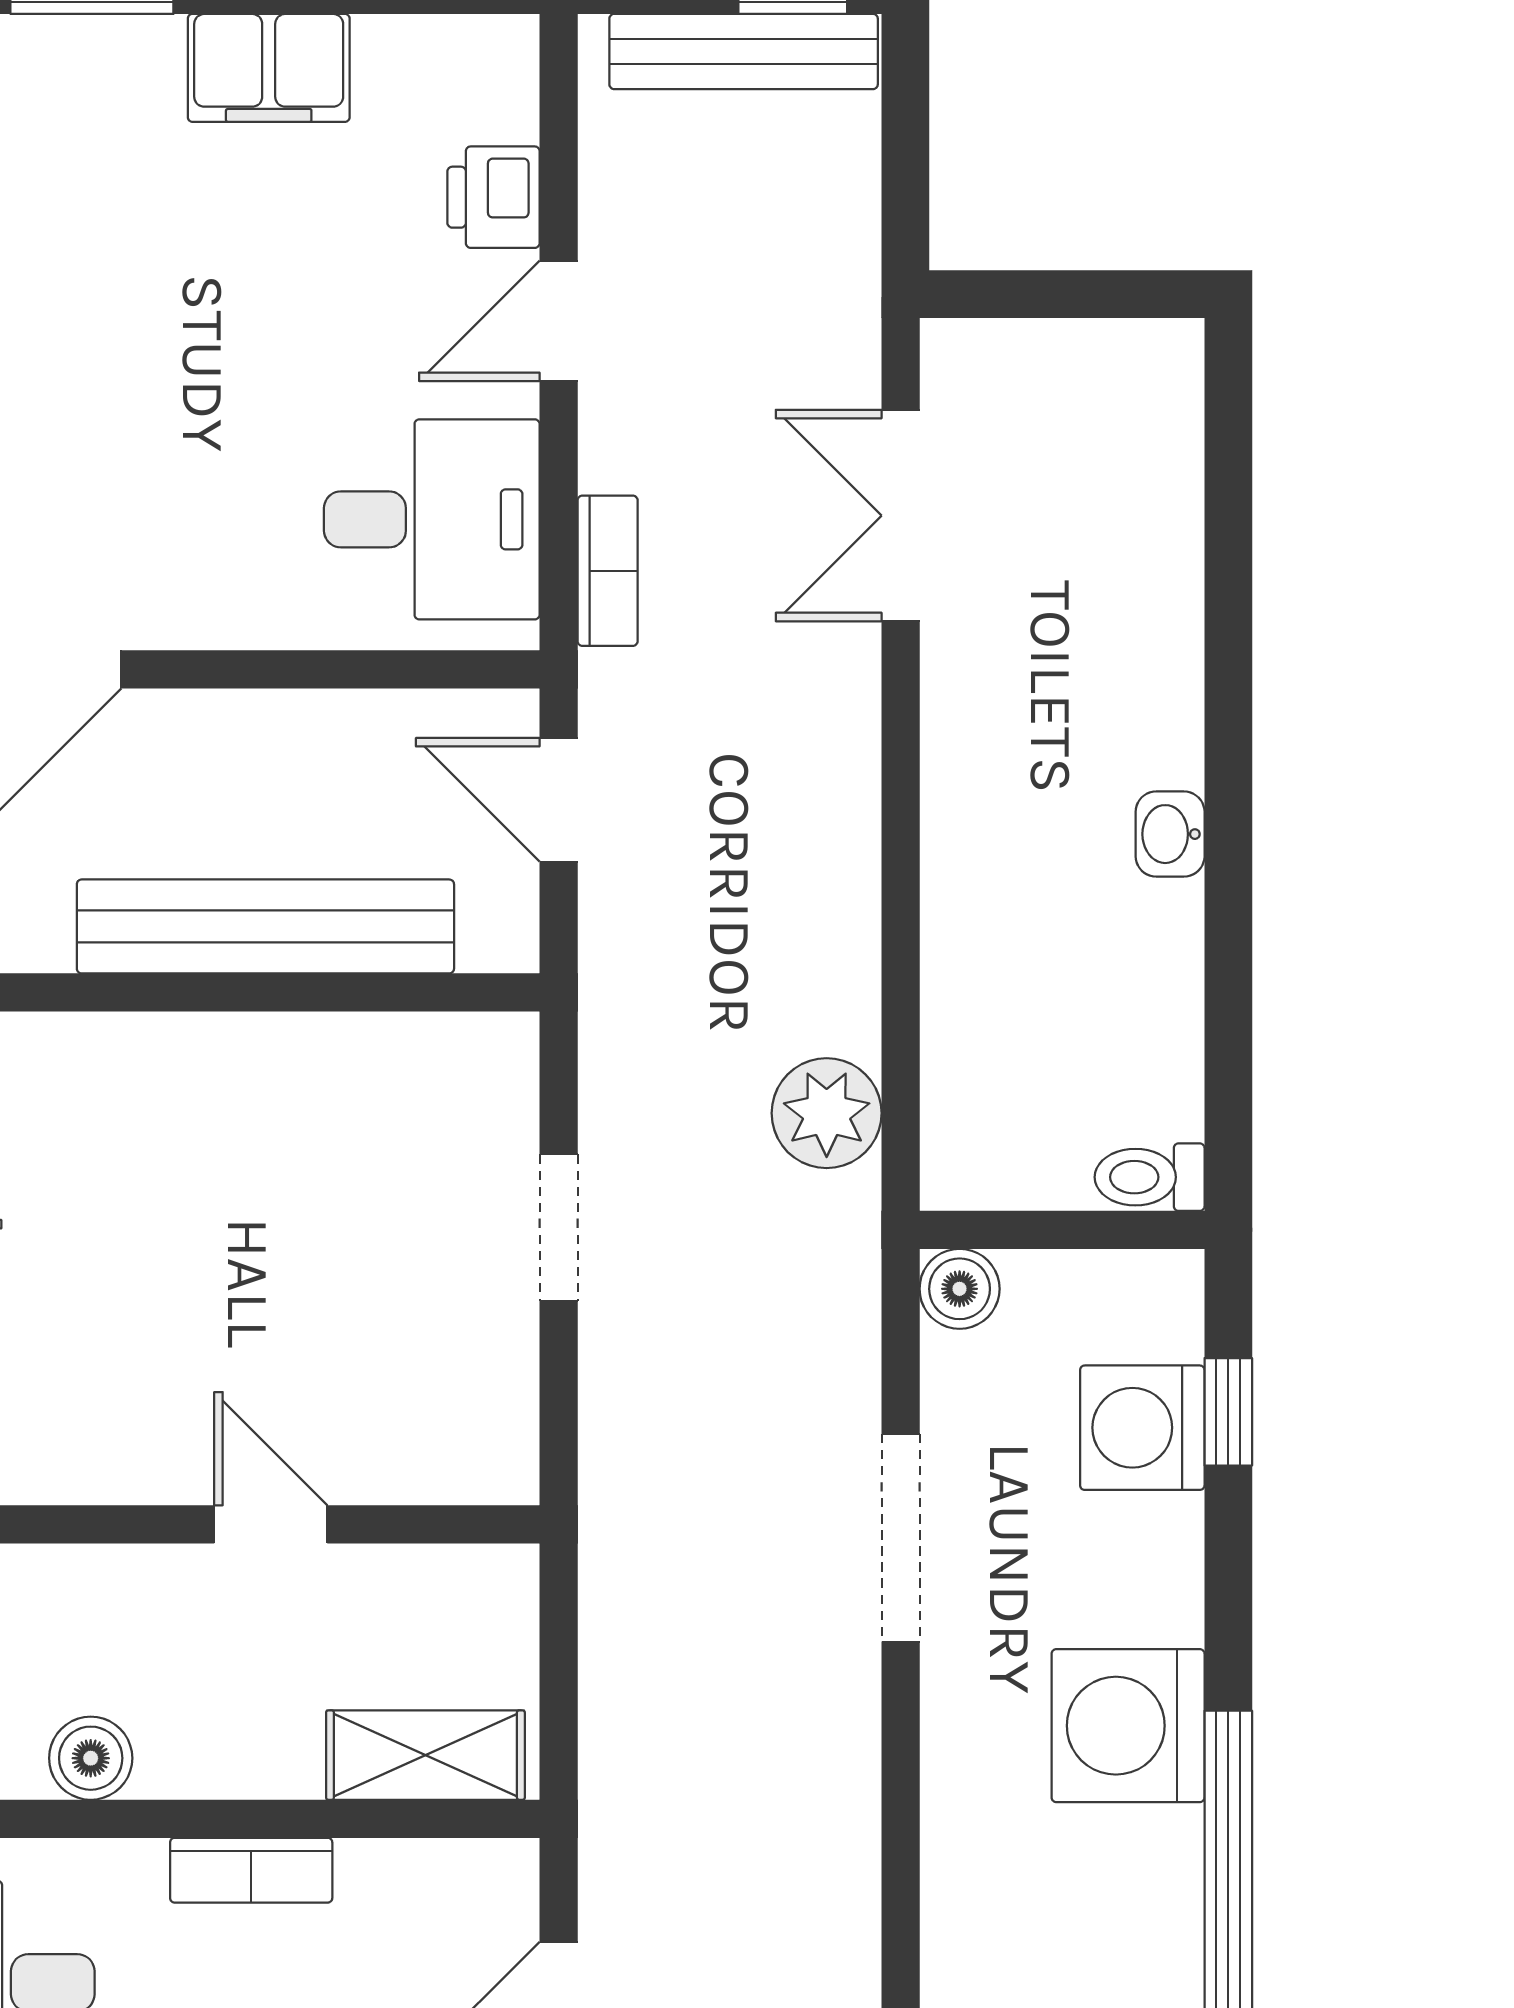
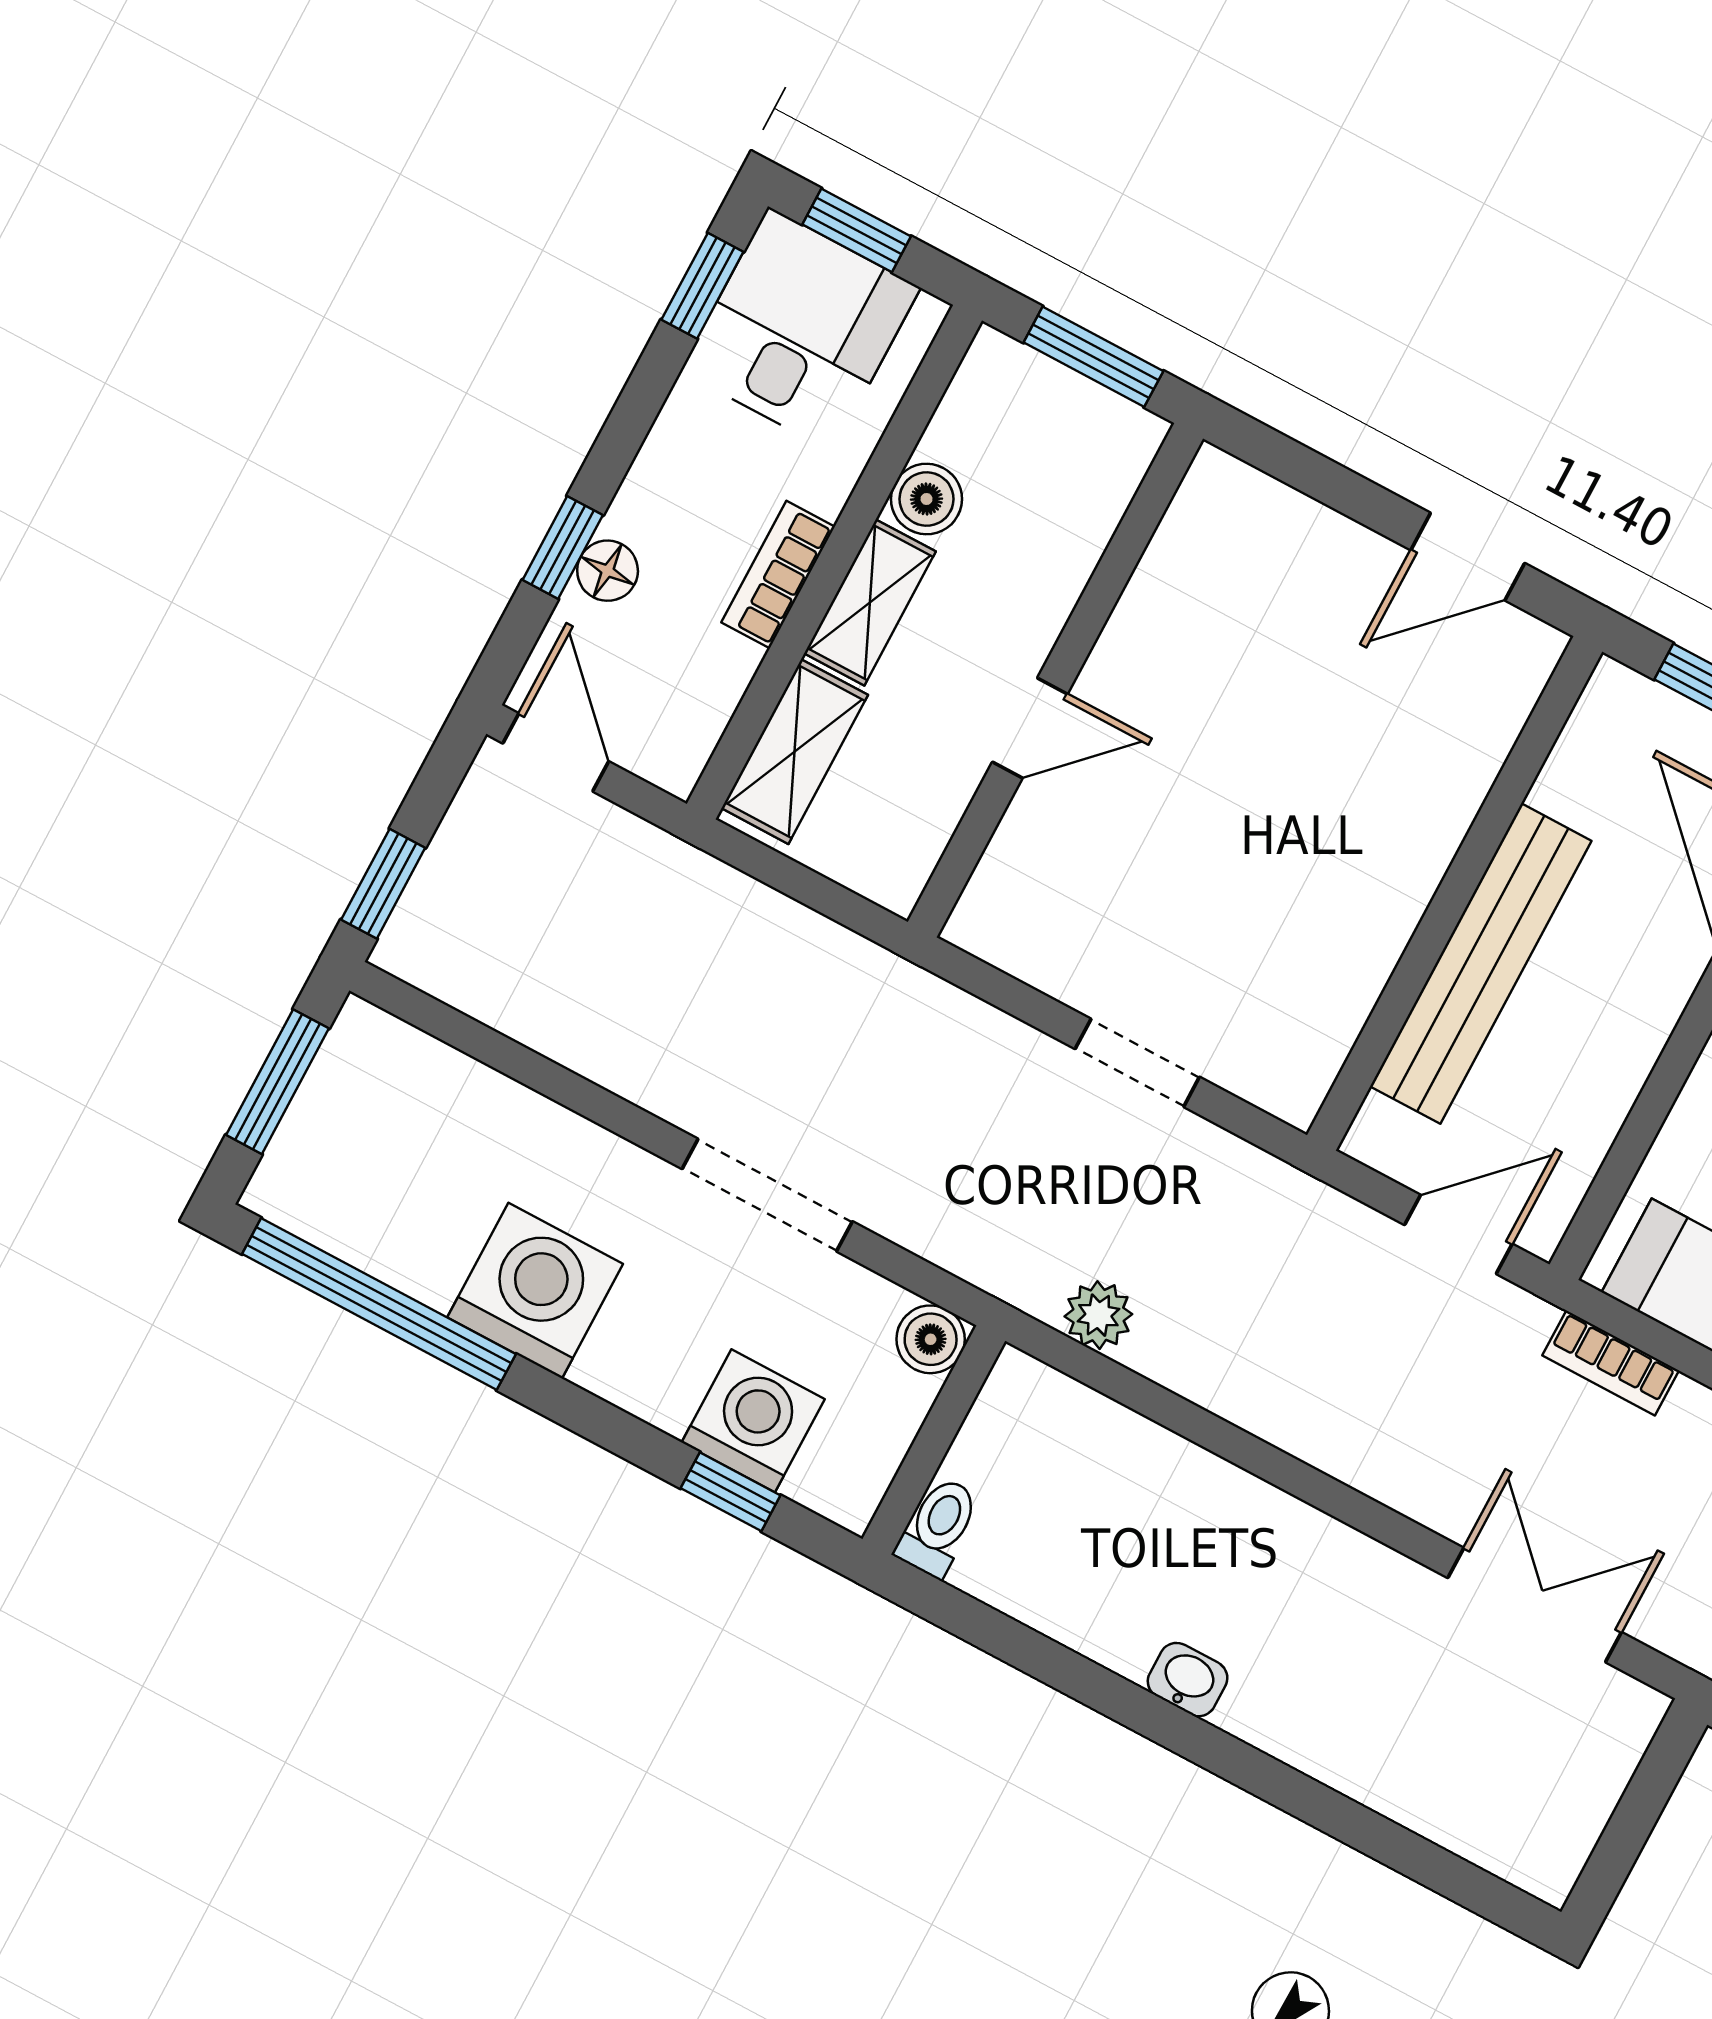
plant: (827, 1113) -> (1098, 1315), width x0.73, depth x0.73
shelving: (229, 1760) -> (870, 602), added

